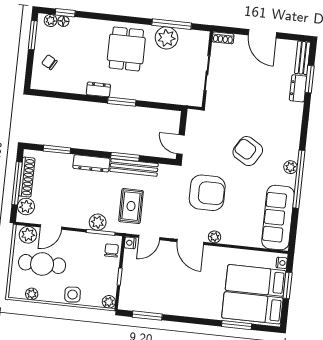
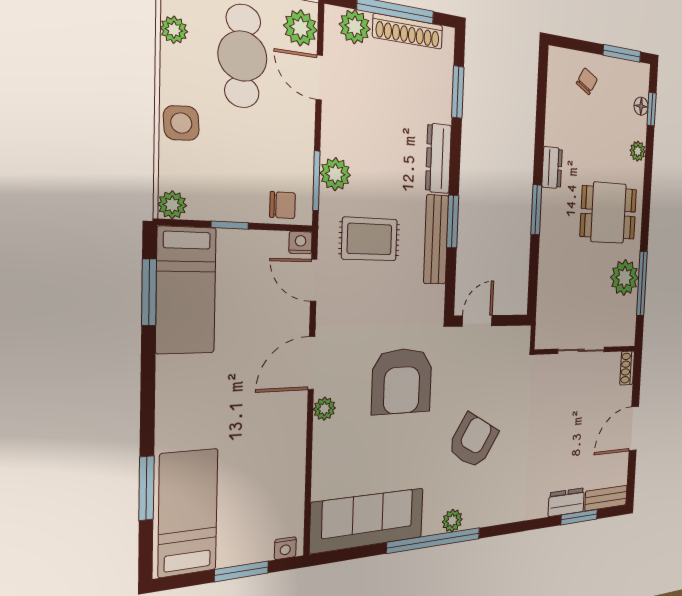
plant: (51, 21) -> (638, 151), moved
bed: (256, 280) -> (186, 290), moved, turned 180

